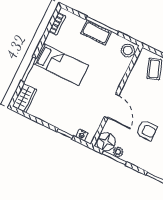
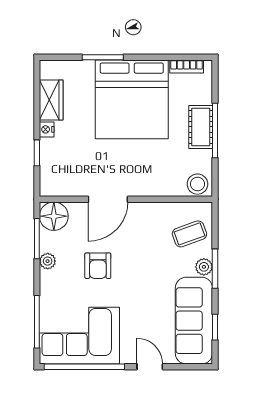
bed: (61, 64) -> (132, 99), width x2.04
wardrobe: (25, 98) -> (51, 100), moved, turned -90
nightstand: (82, 135) -> (47, 129), moved
plant: (118, 152) -> (48, 261), moved

